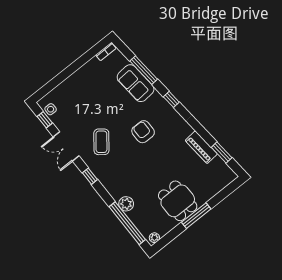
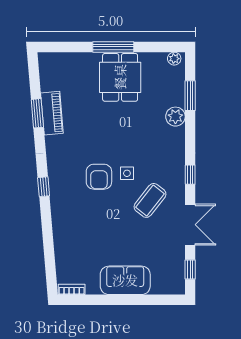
window: (144, 70) -> (48, 239), removed
sofa: (136, 83) -> (125, 280), moved, turned -85
side table: (51, 109) -> (127, 173), moved
window: (222, 152) -> (37, 113), moved
window: (127, 223) -> (190, 96), width x0.47

